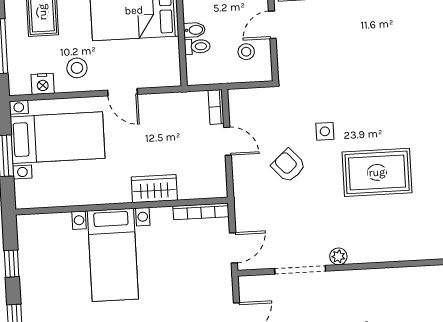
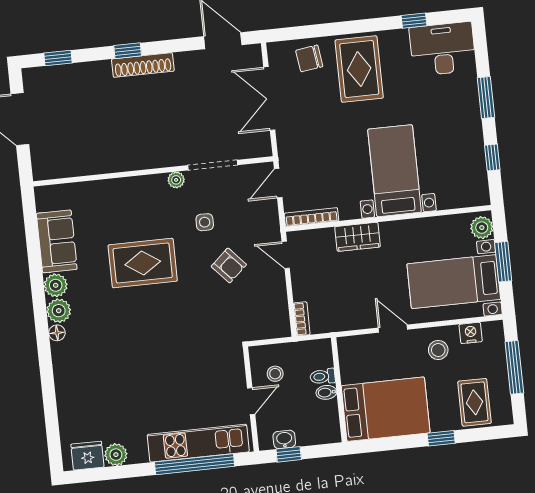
side table: (325, 131) -> (205, 222), moved
door: (227, 141) -> (286, 255), moved
plant: (26, 192) -> (482, 228), added

